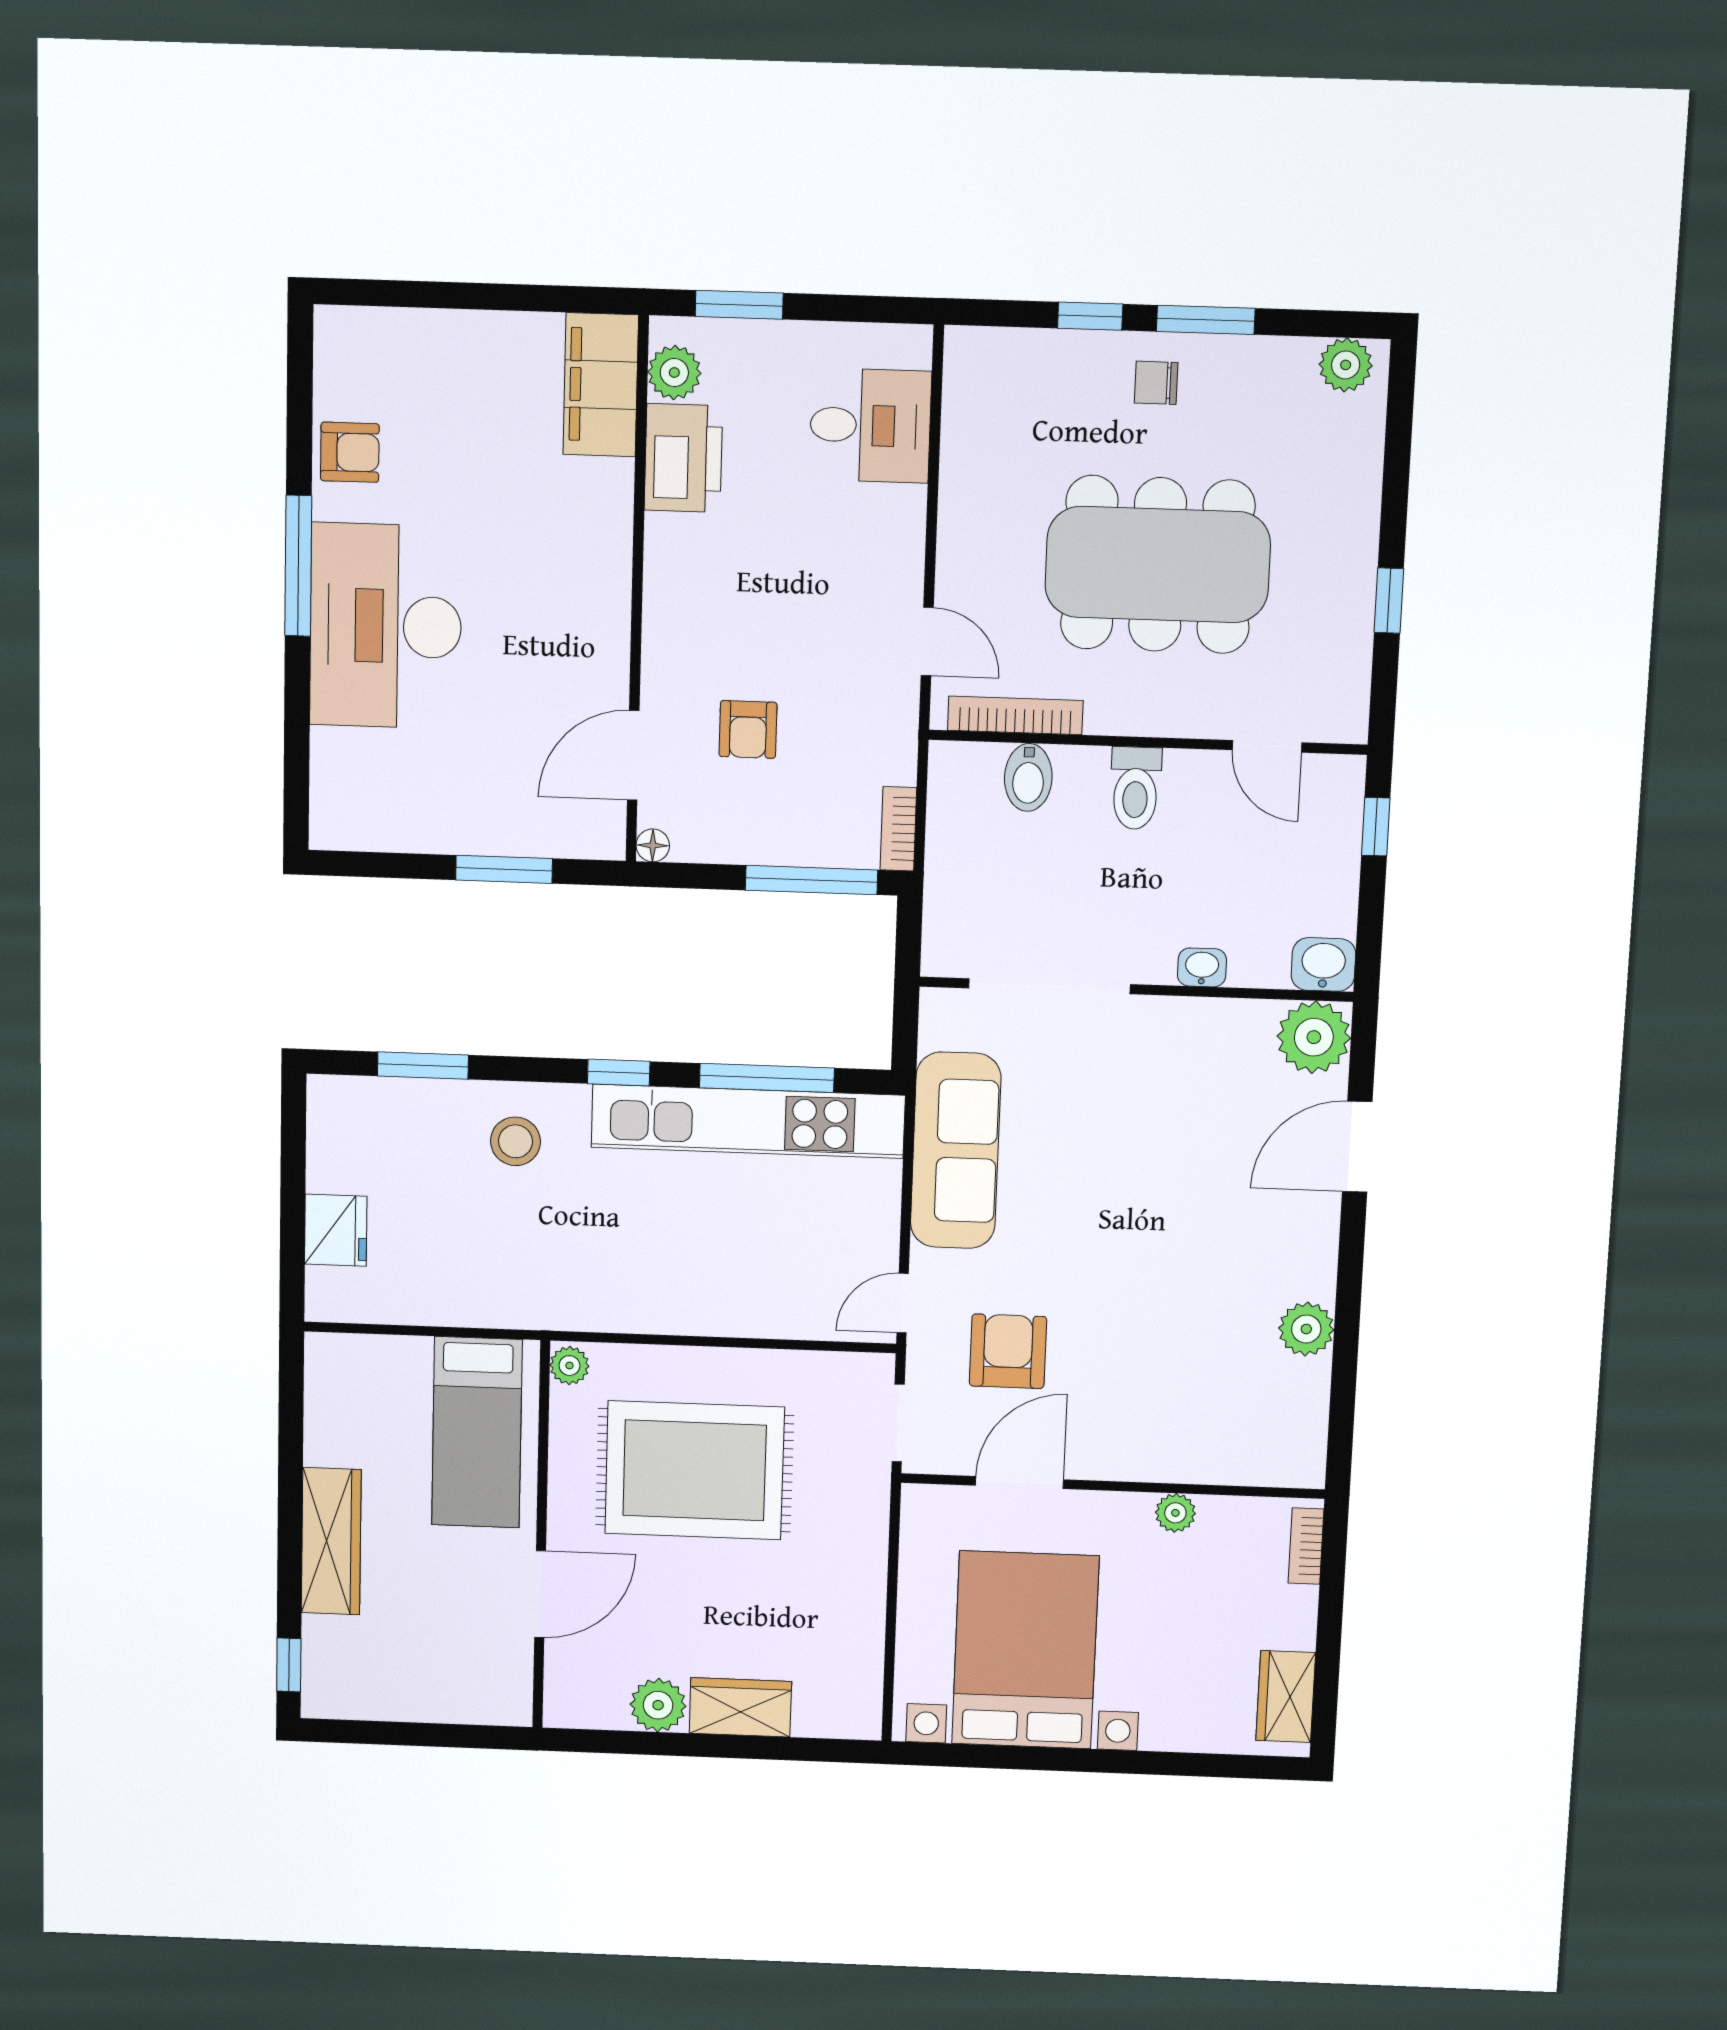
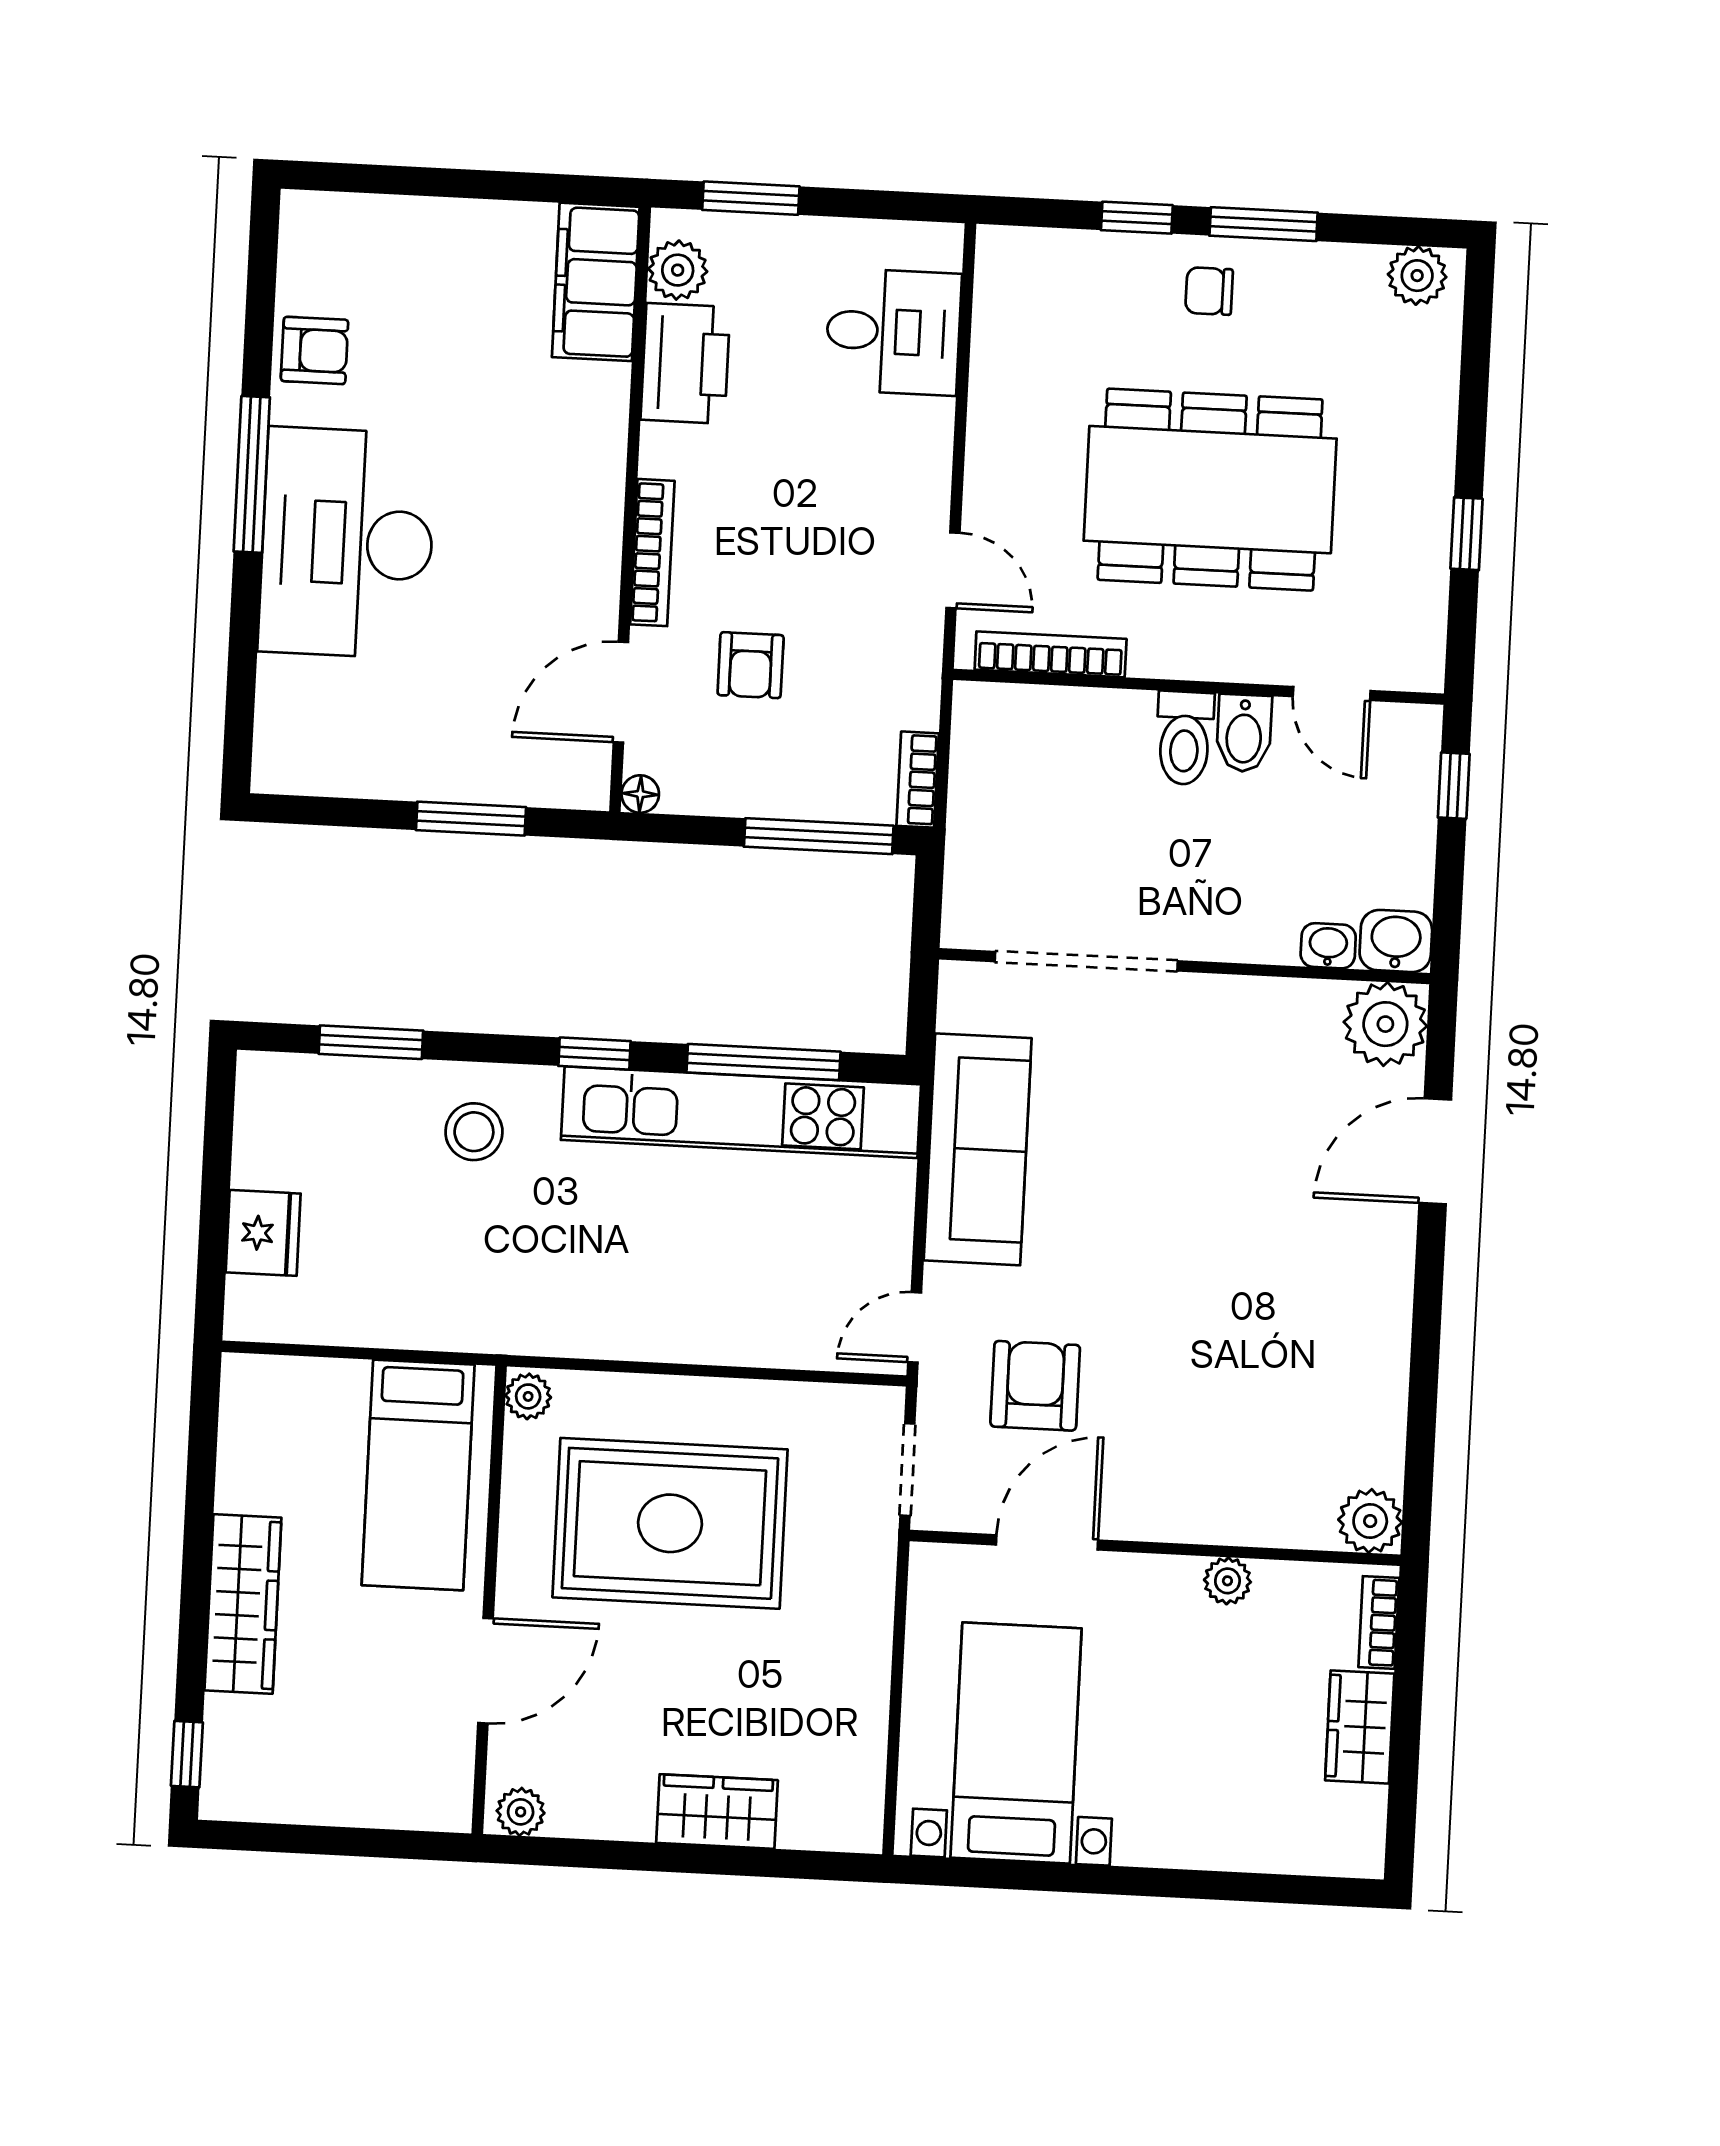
bookcase: (658, 630) -> (652, 553), added
bidet: (1028, 777) -> (1244, 733), moved
washbasin: (1202, 967) -> (1328, 946), moved
plant: (1306, 1329) -> (1370, 1521), moved
bed with nightstands: (1025, 1650) -> (1016, 1743), width x0.73
wardrobe: (1286, 1697) -> (1360, 1727), moved
plant: (658, 1705) -> (521, 1812), moved, width x0.73, depth x0.73

